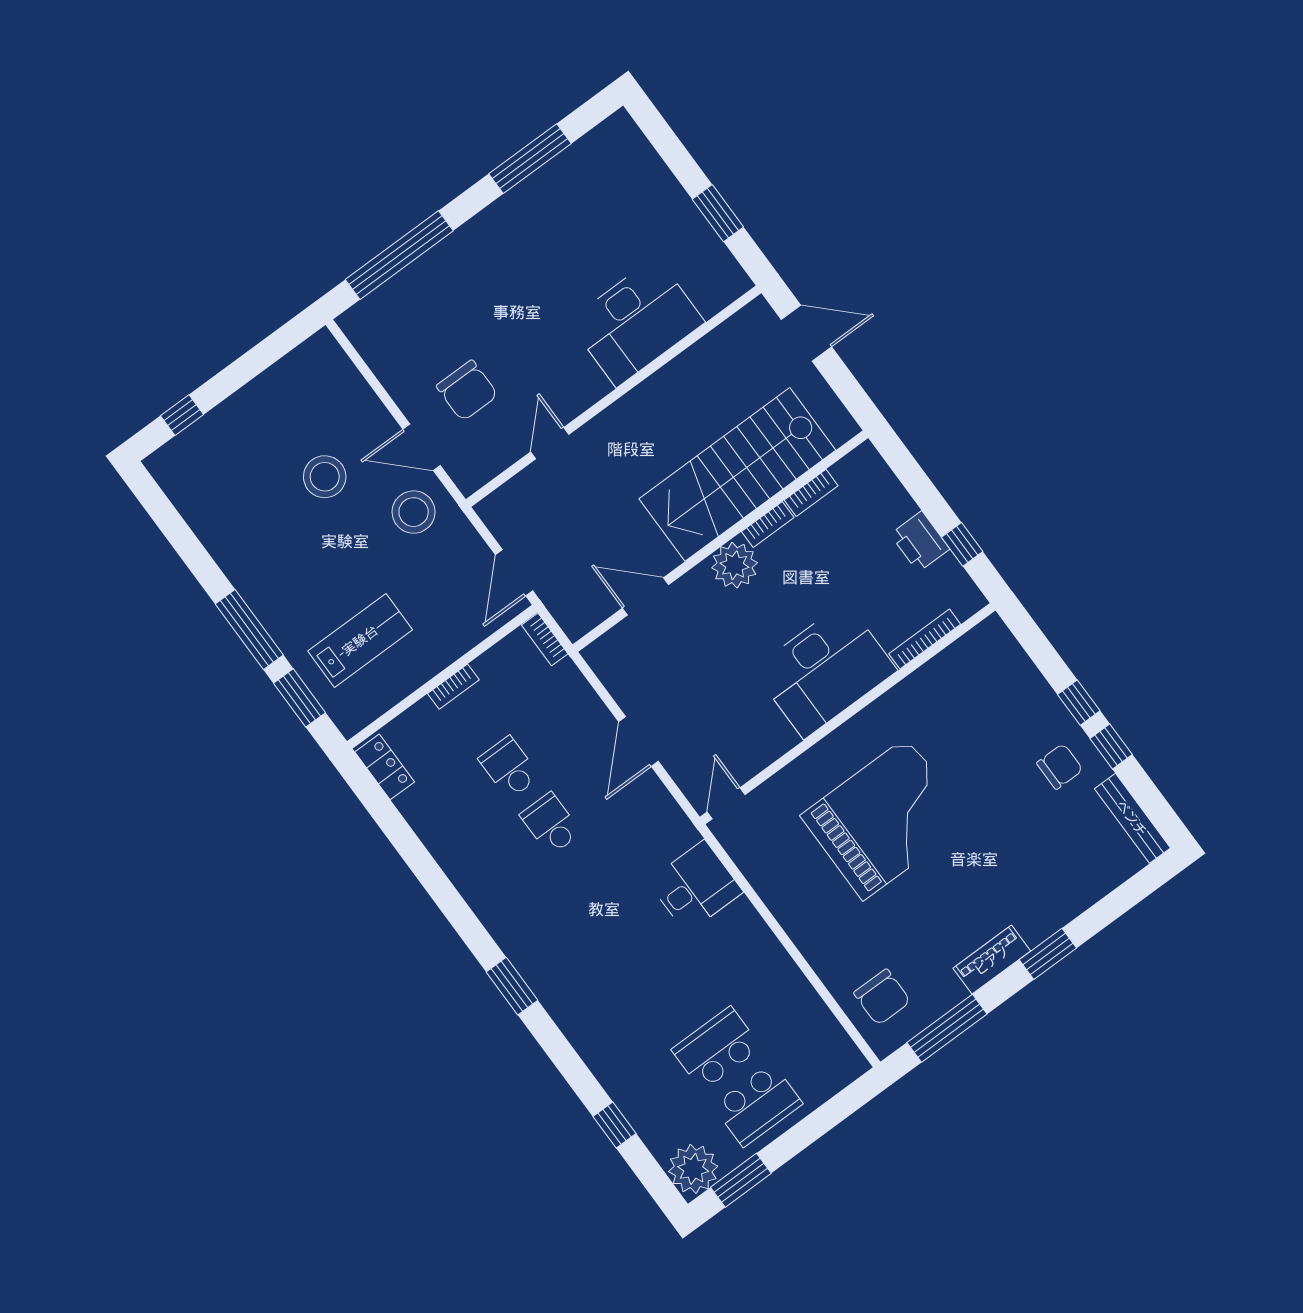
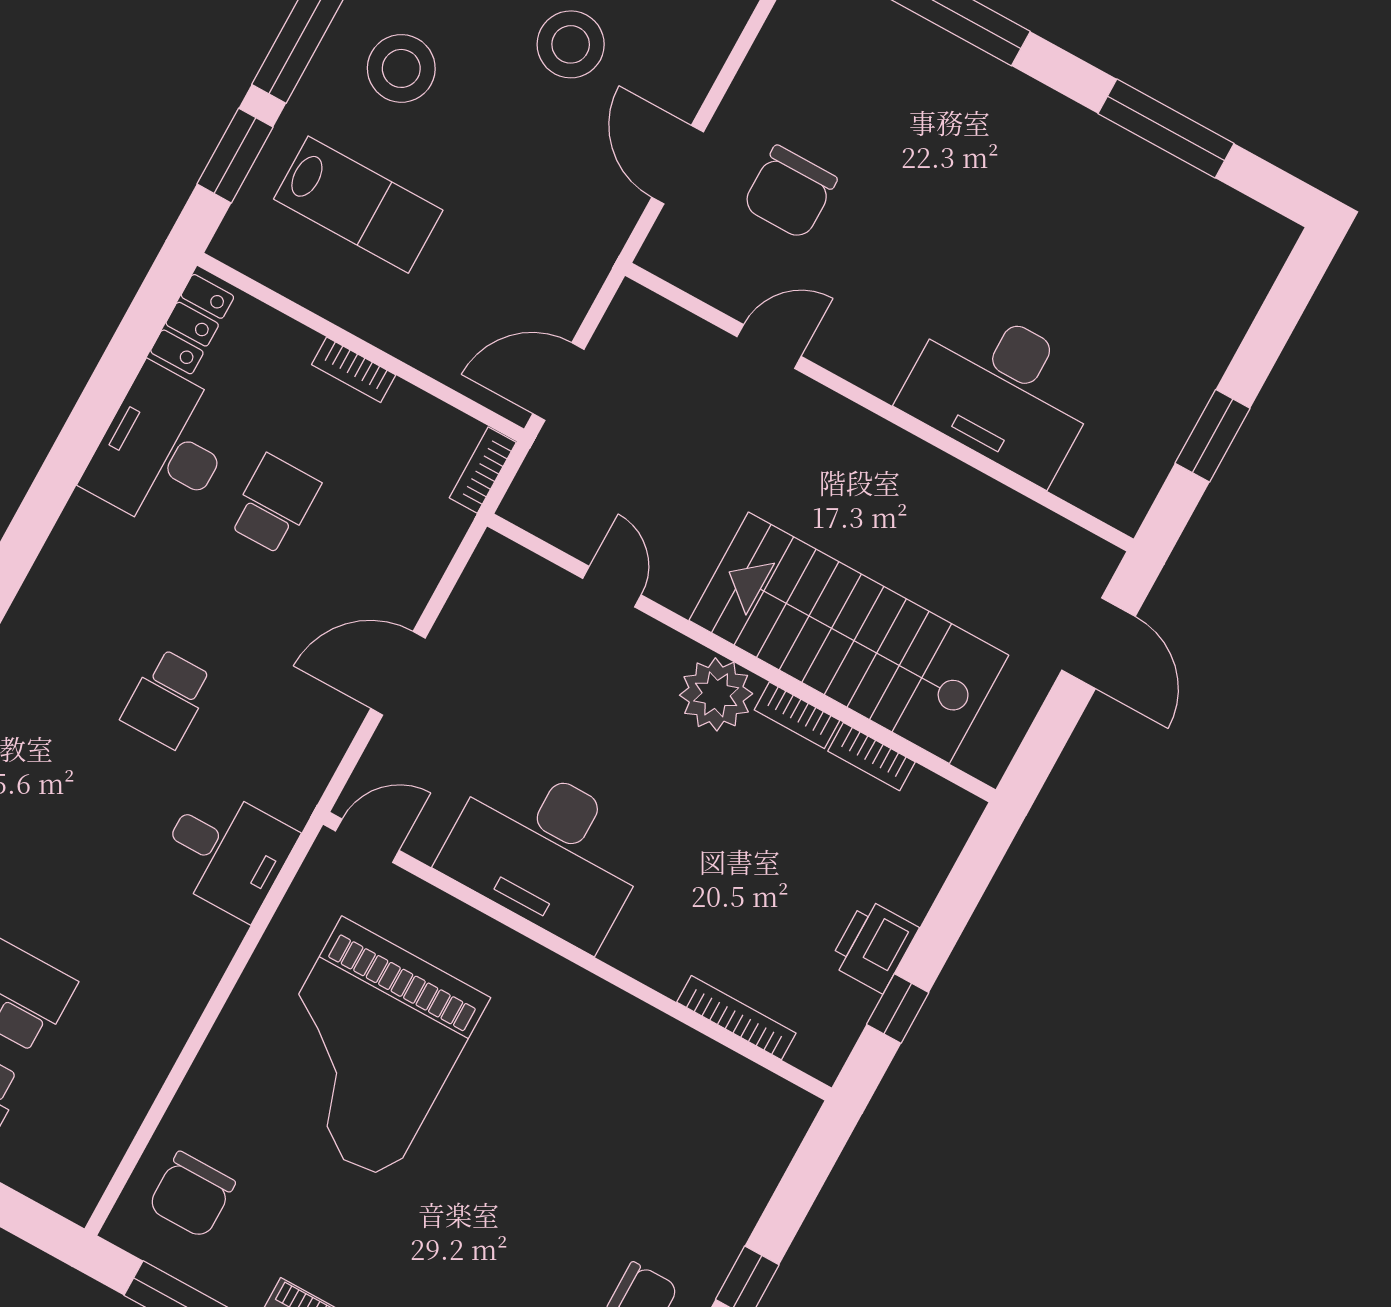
stool: (414, 512) -> (401, 68), moved
door: (646, 596) -> (612, 587), width x0.73
desk: (825, 670) -> (547, 851), moved
desk: (448, 817) -> (161, 449), added
grand piano: (885, 819) -> (365, 1050), moved, turned 90
school desk: (551, 824) -> (167, 698), moved, turned 180

